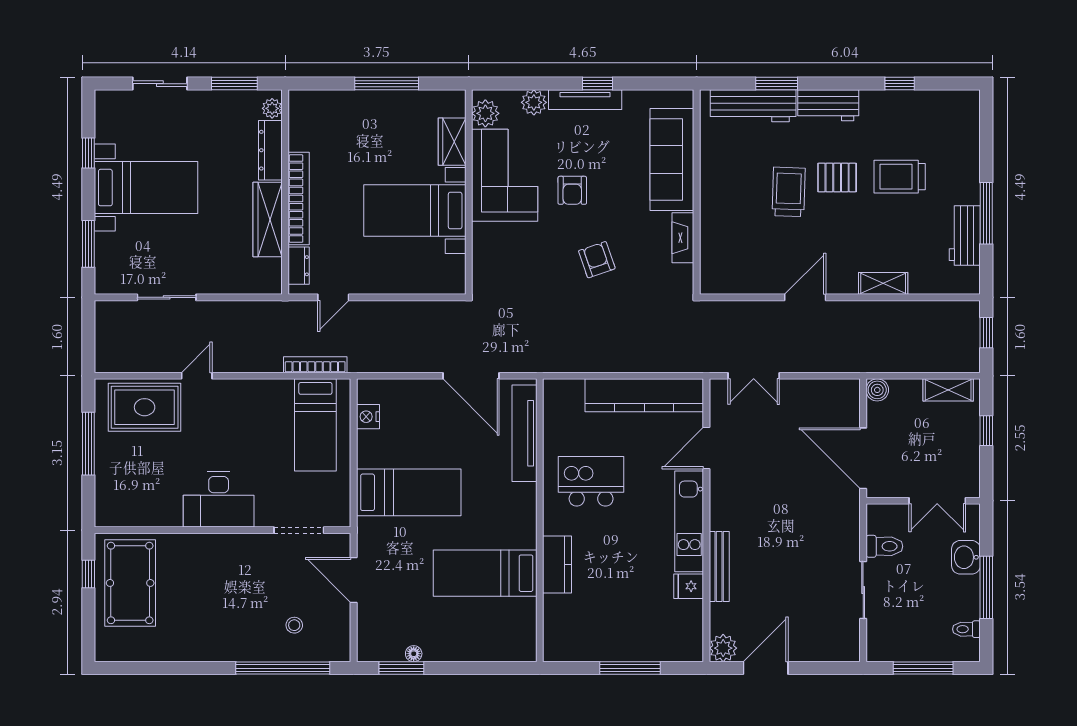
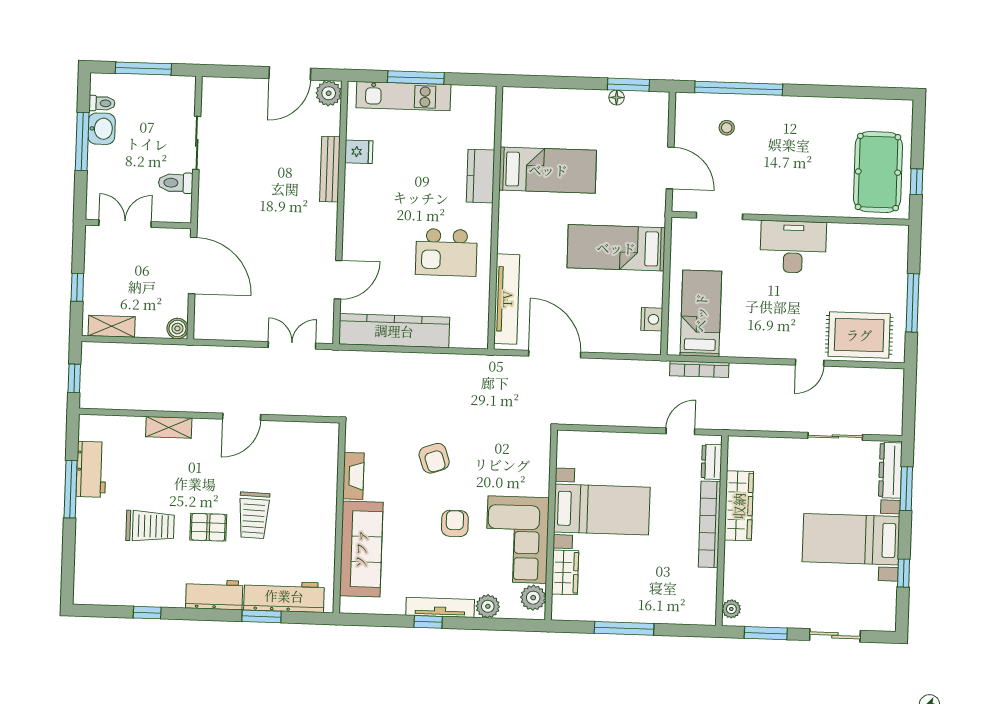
dresser: (270, 150) -> (890, 470), moved, turned 180
kitchen unit: (689, 521) -> (403, 96), moved, turned 90
washbasin: (966, 557) -> (102, 129), moved

